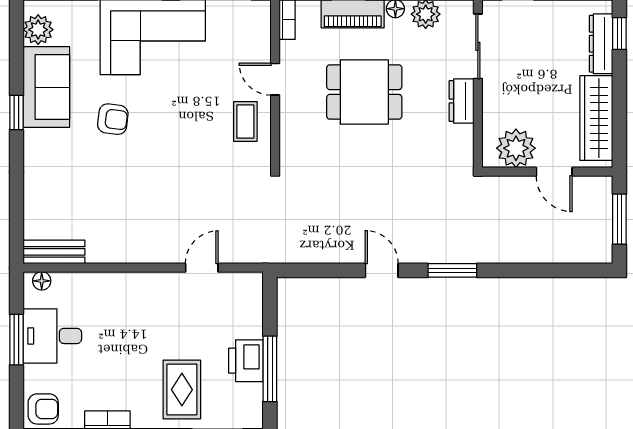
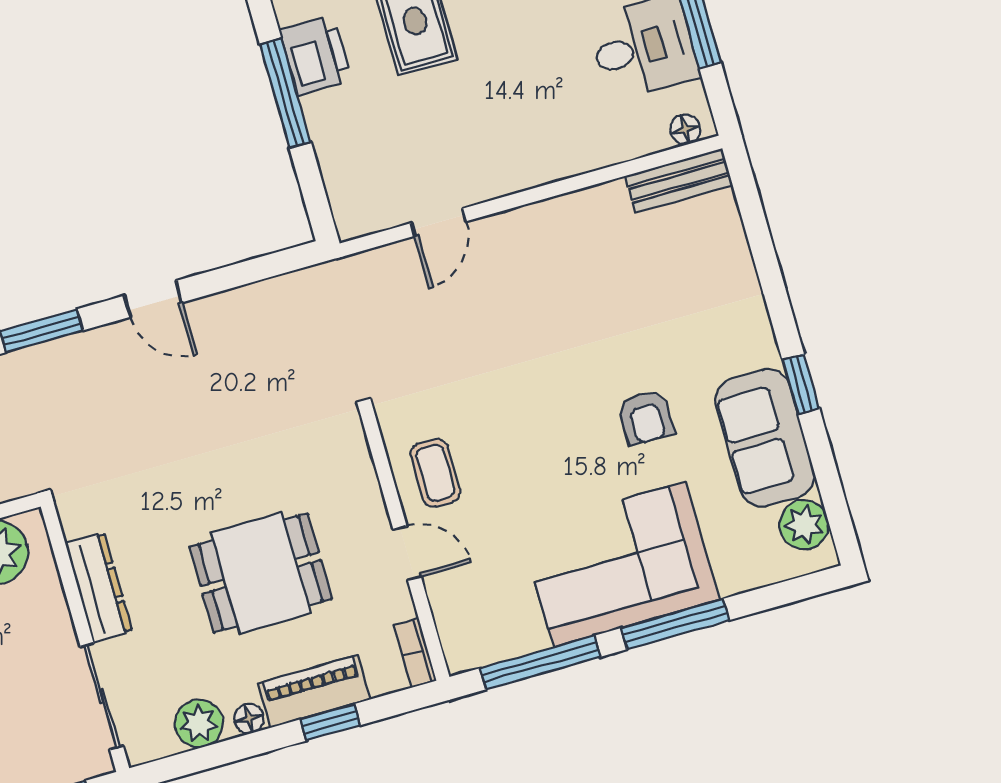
dresser: (462, 101) -> (99, 587), width x1.44
armchair: (113, 119) -> (646, 417), turned -97
printer: (246, 361) -> (315, 55), moved

